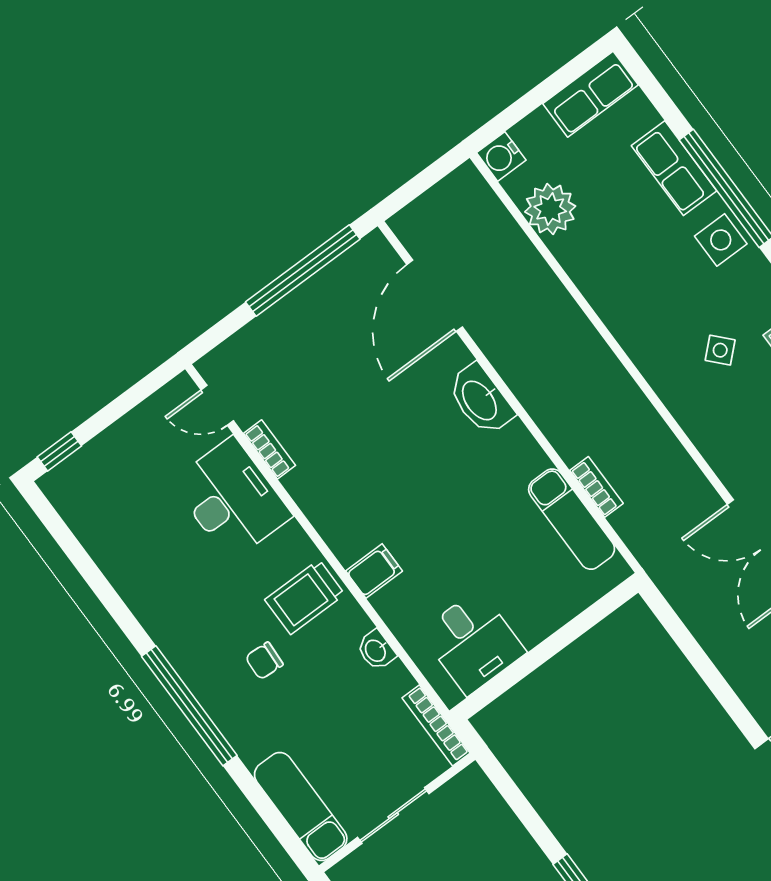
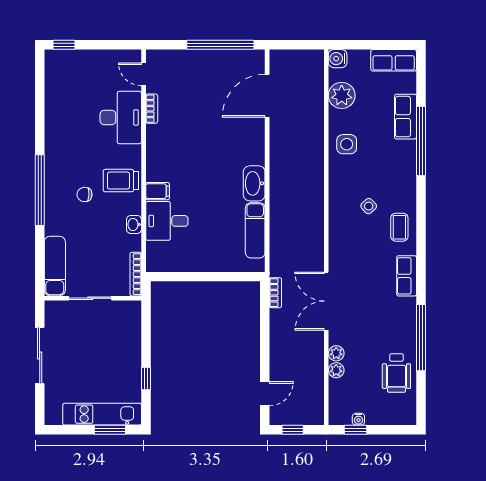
side table: (721, 240) -> (347, 144), moved
washbasin: (480, 400) -> (254, 183), moved
bookcase: (596, 487) -> (275, 293), moved
desk: (473, 642) -> (167, 221), moved, turned 90

